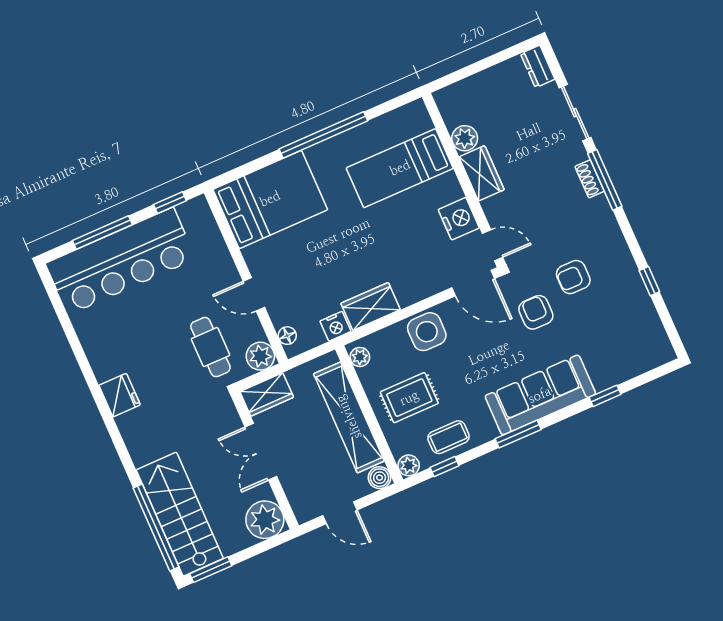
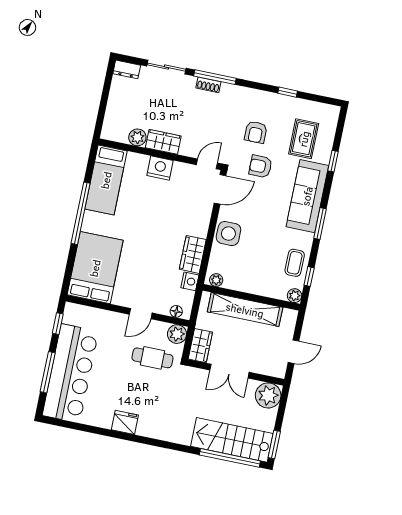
bed: (400, 168) -> (106, 180), moved
nightstand: (459, 219) -> (160, 168), moved
fridge: (120, 395) -> (125, 422), moved
rug: (409, 398) -> (304, 139), moved
boiler: (380, 478) -> (290, 316), removed

